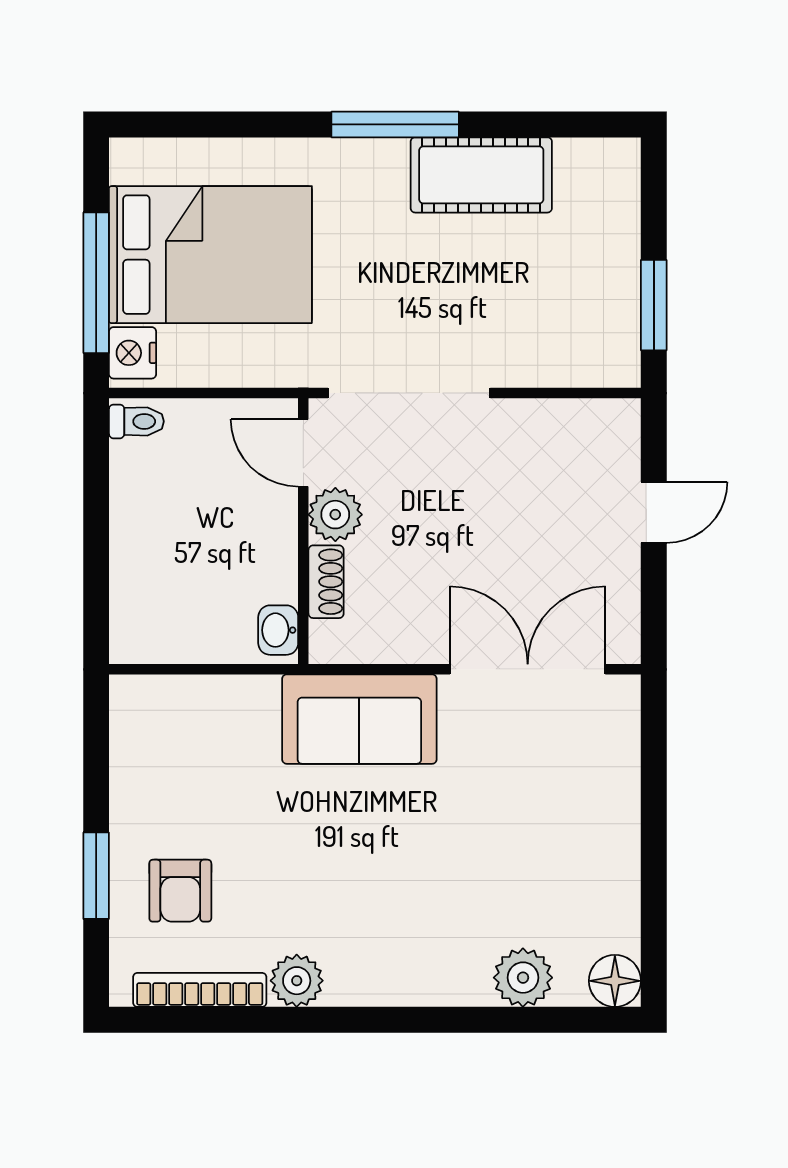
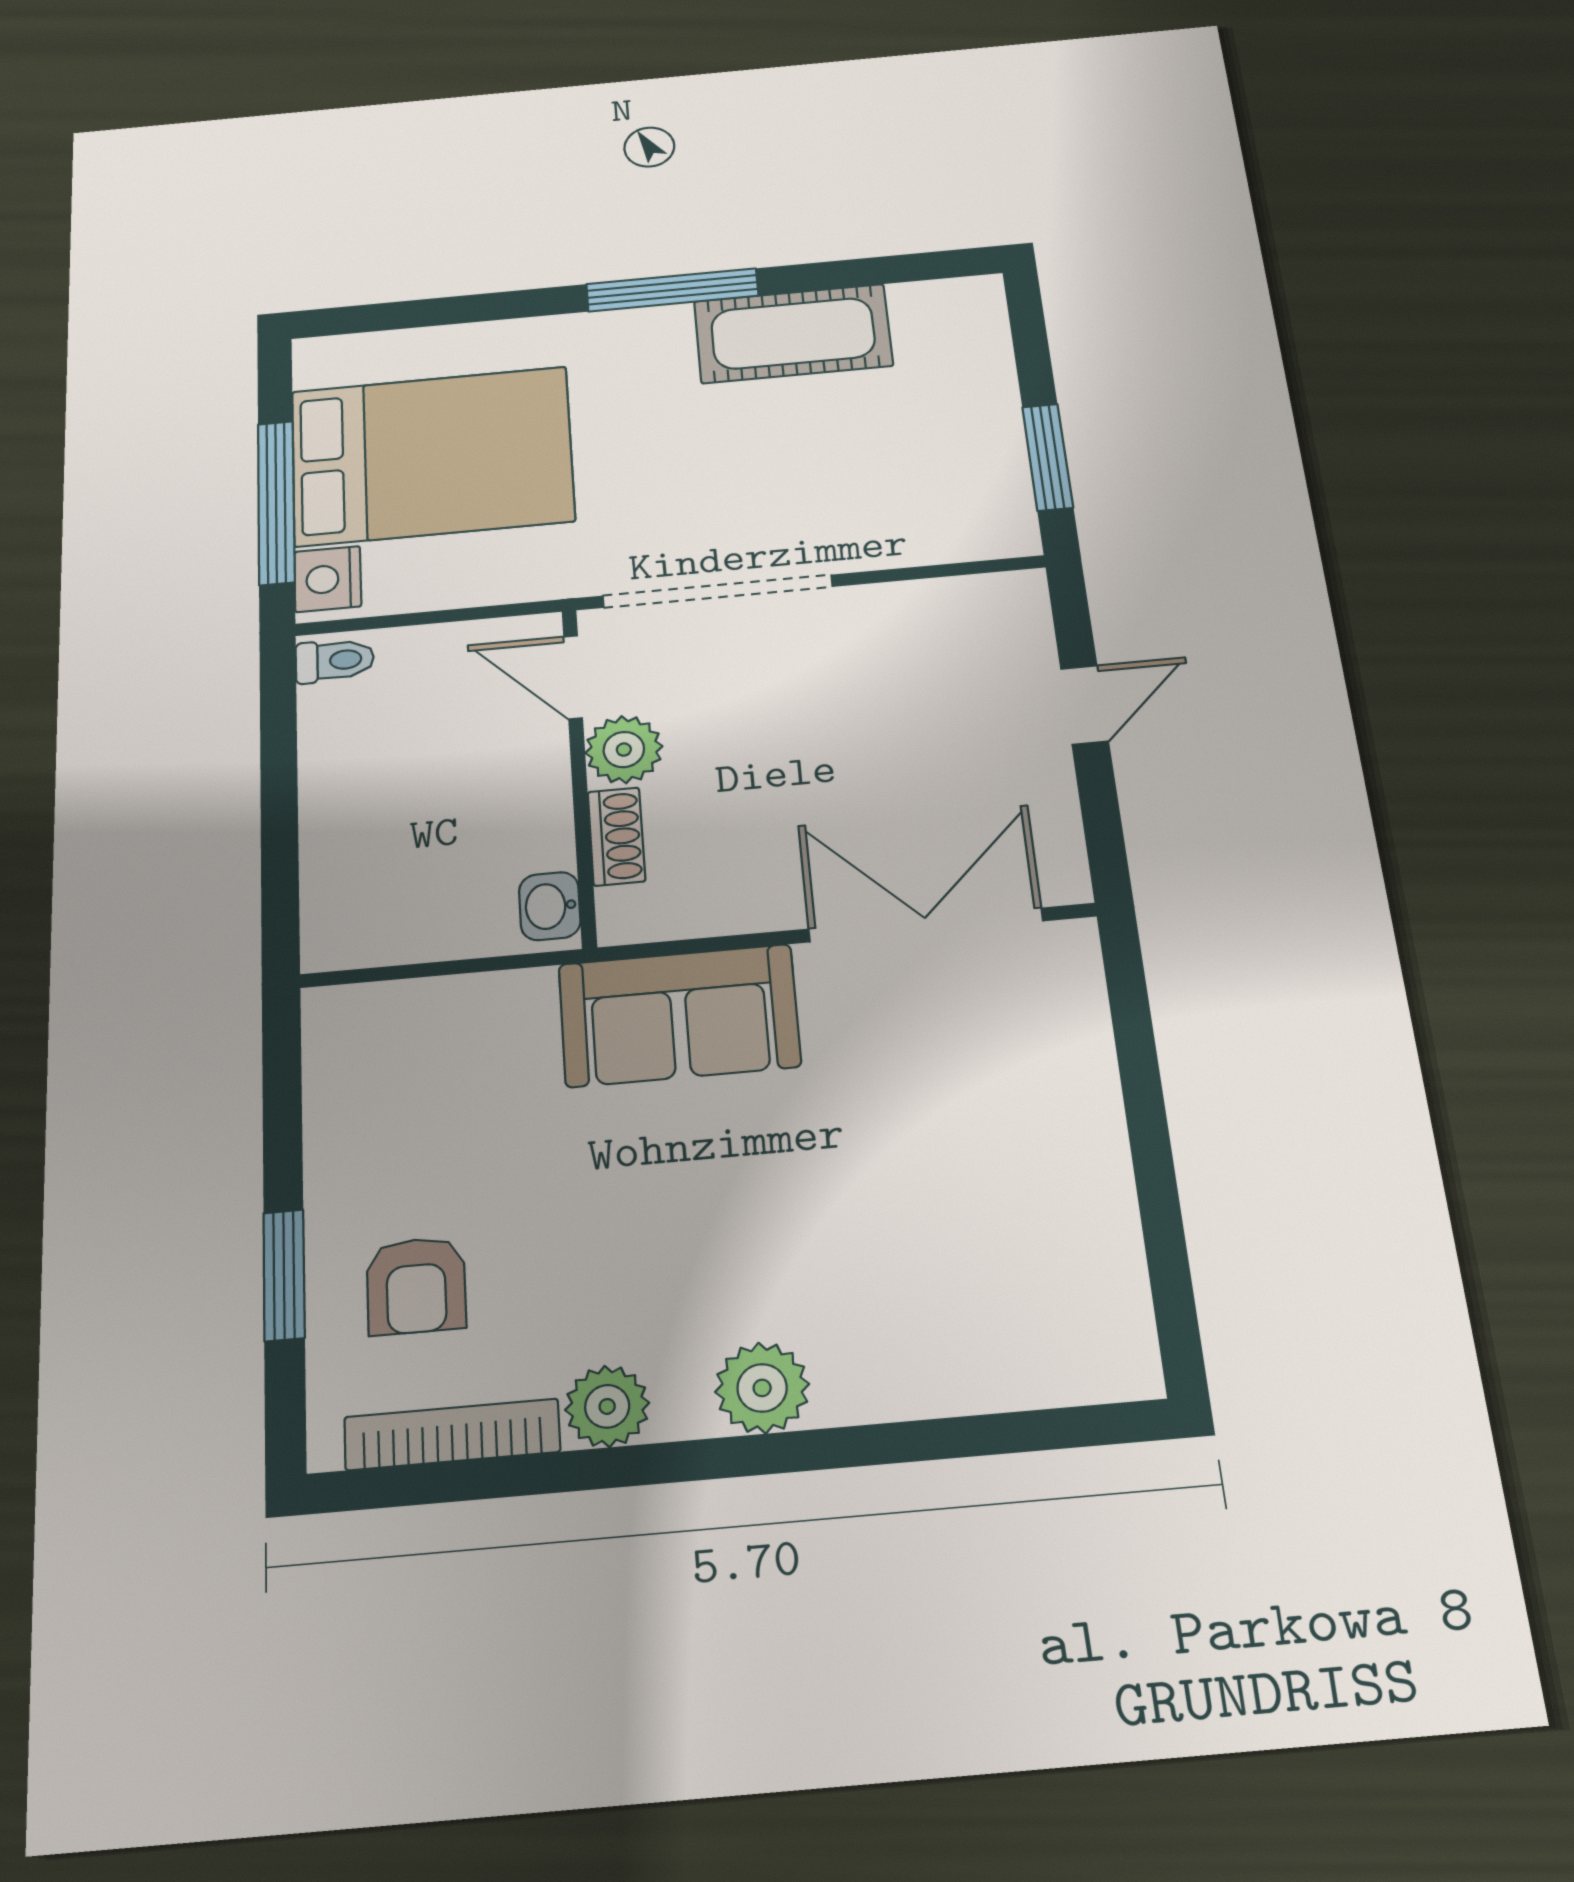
plant: (523, 978) -> (762, 1388), moved
floor lamp: (615, 981) -> (1119, 1362), removed

